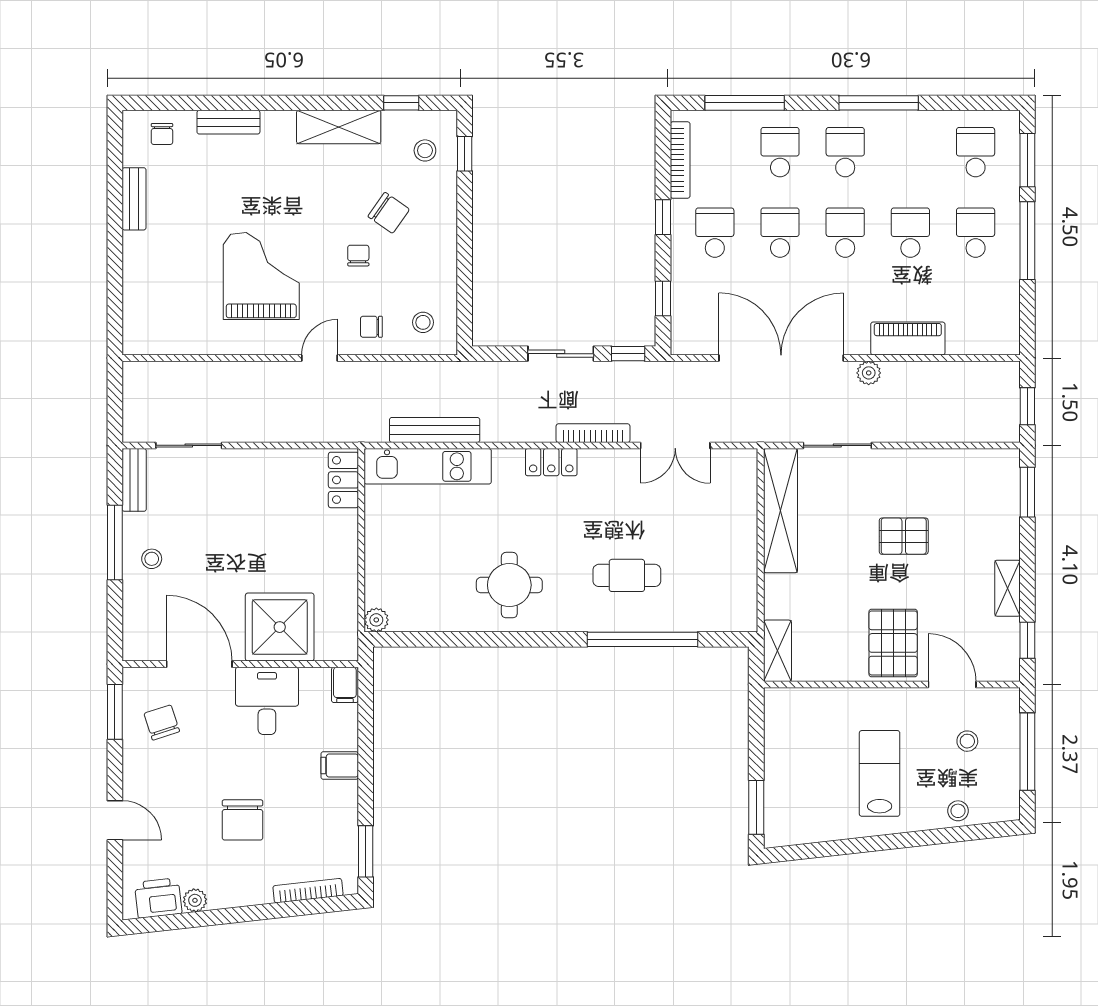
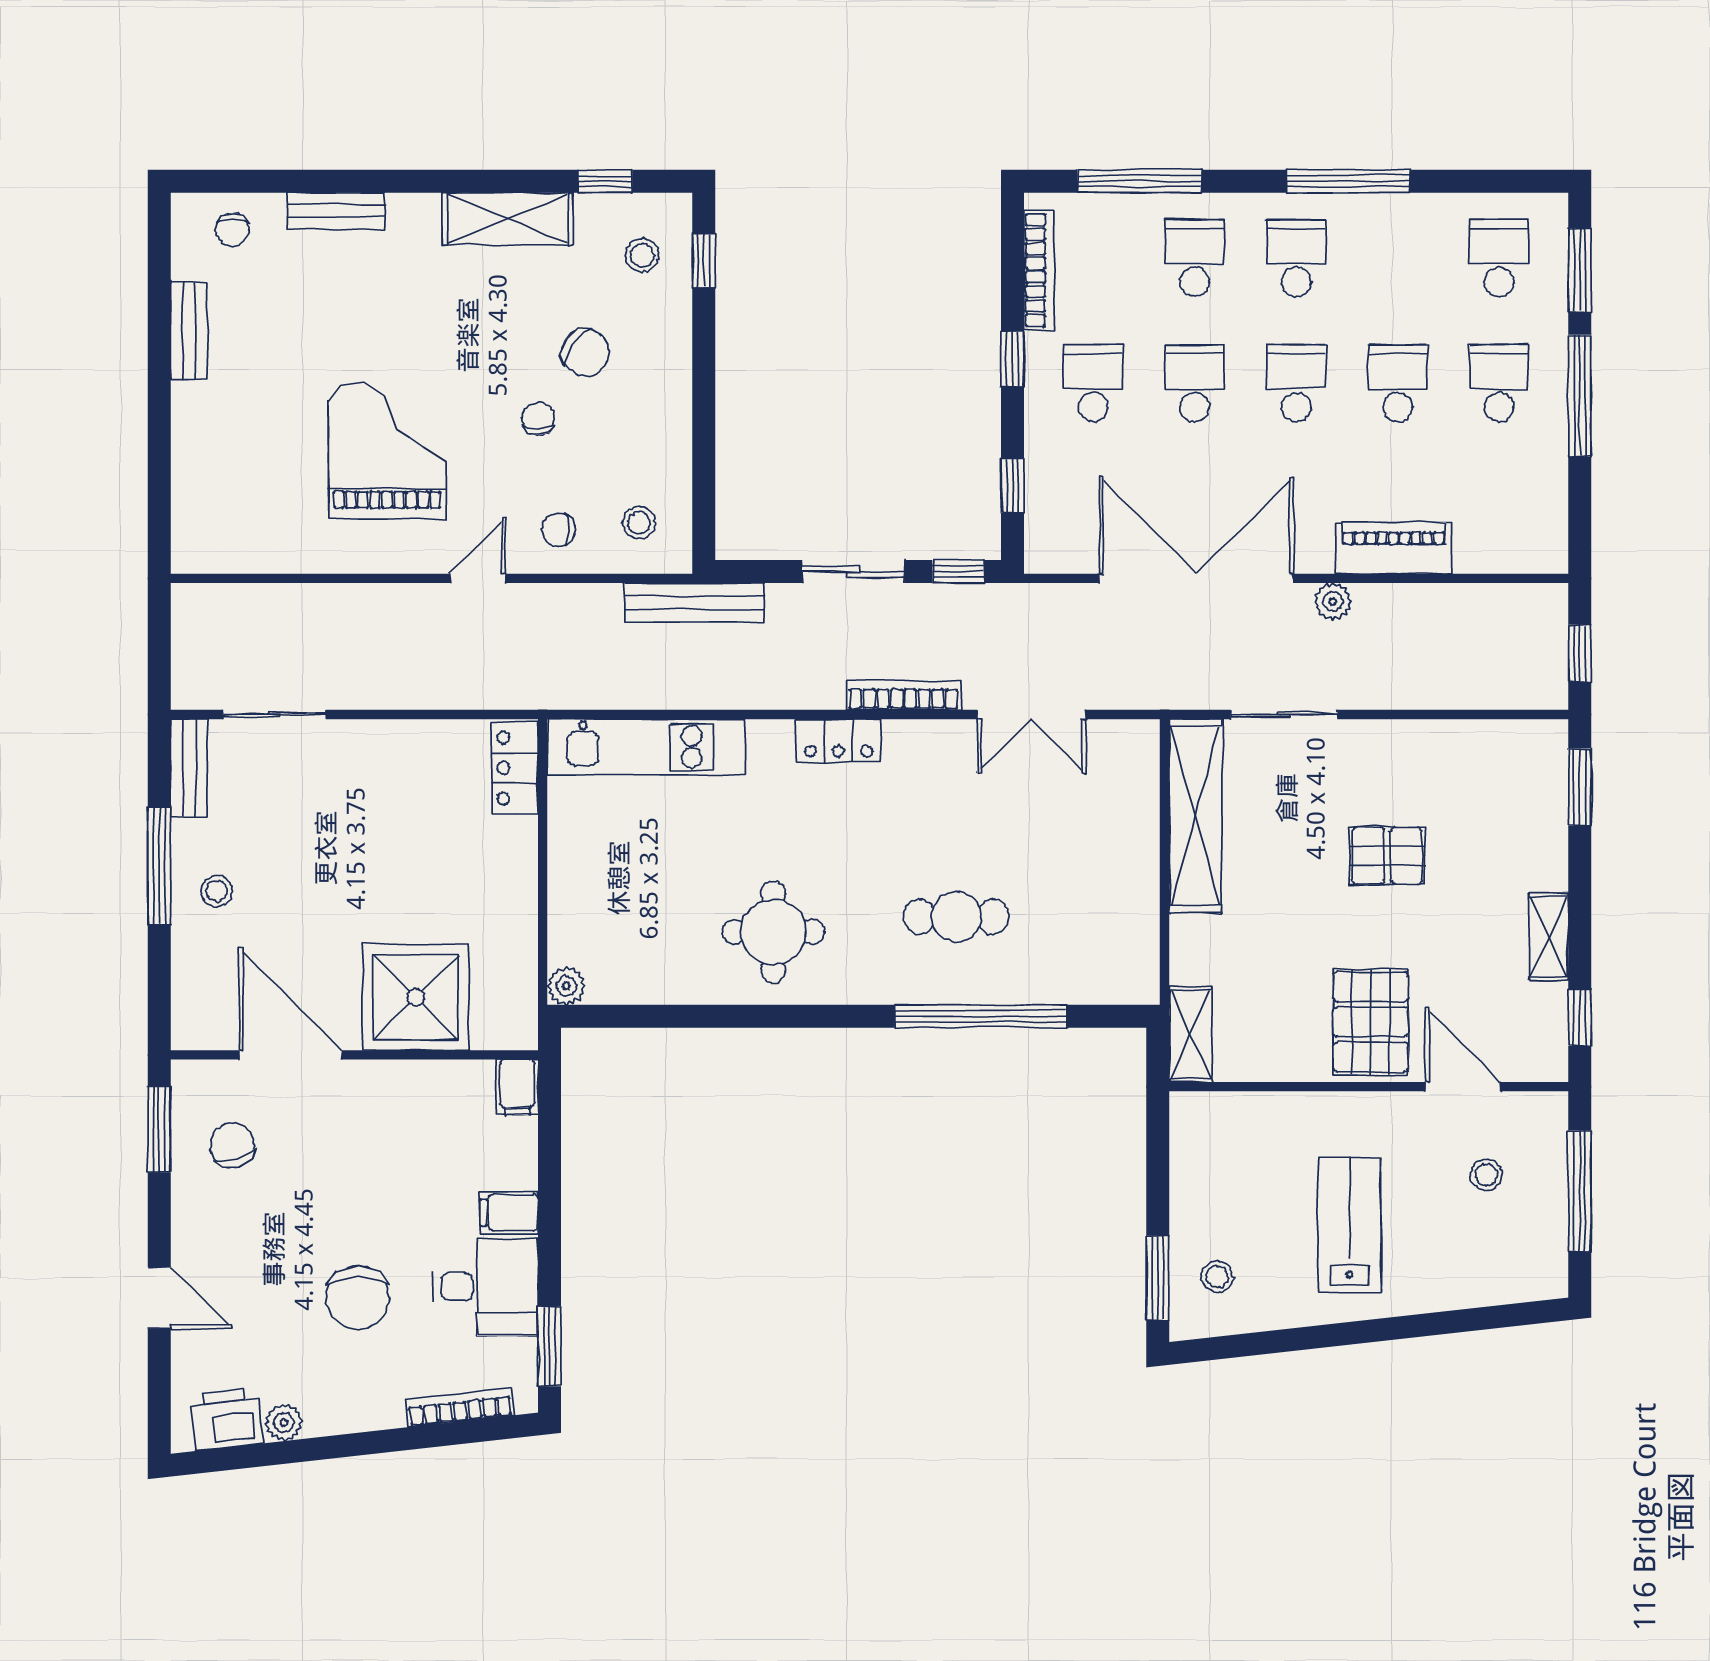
bench: (435, 430) -> (695, 603), moved
desk: (267, 701) -> (486, 1287), moved, turned 90
stool: (958, 811) -> (1217, 1276), moved

